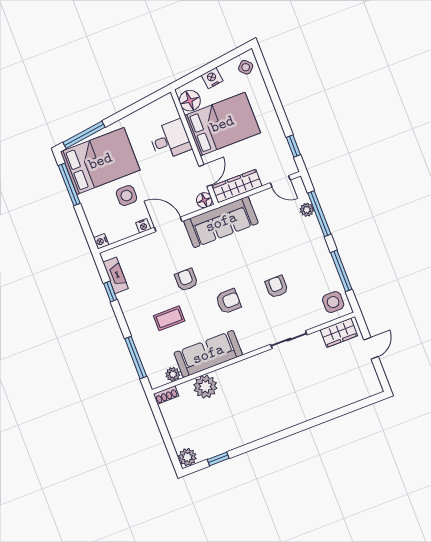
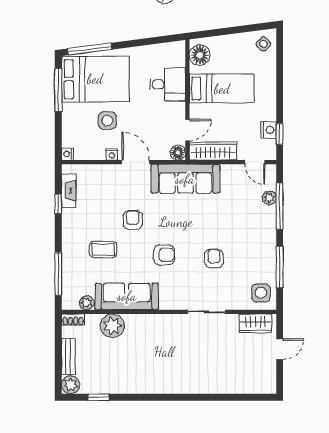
nightstand: (212, 78) -> (269, 130), moved, turned 97
bed: (222, 124) -> (222, 89), width x0.67
bench: (175, 431) -> (68, 356), added

